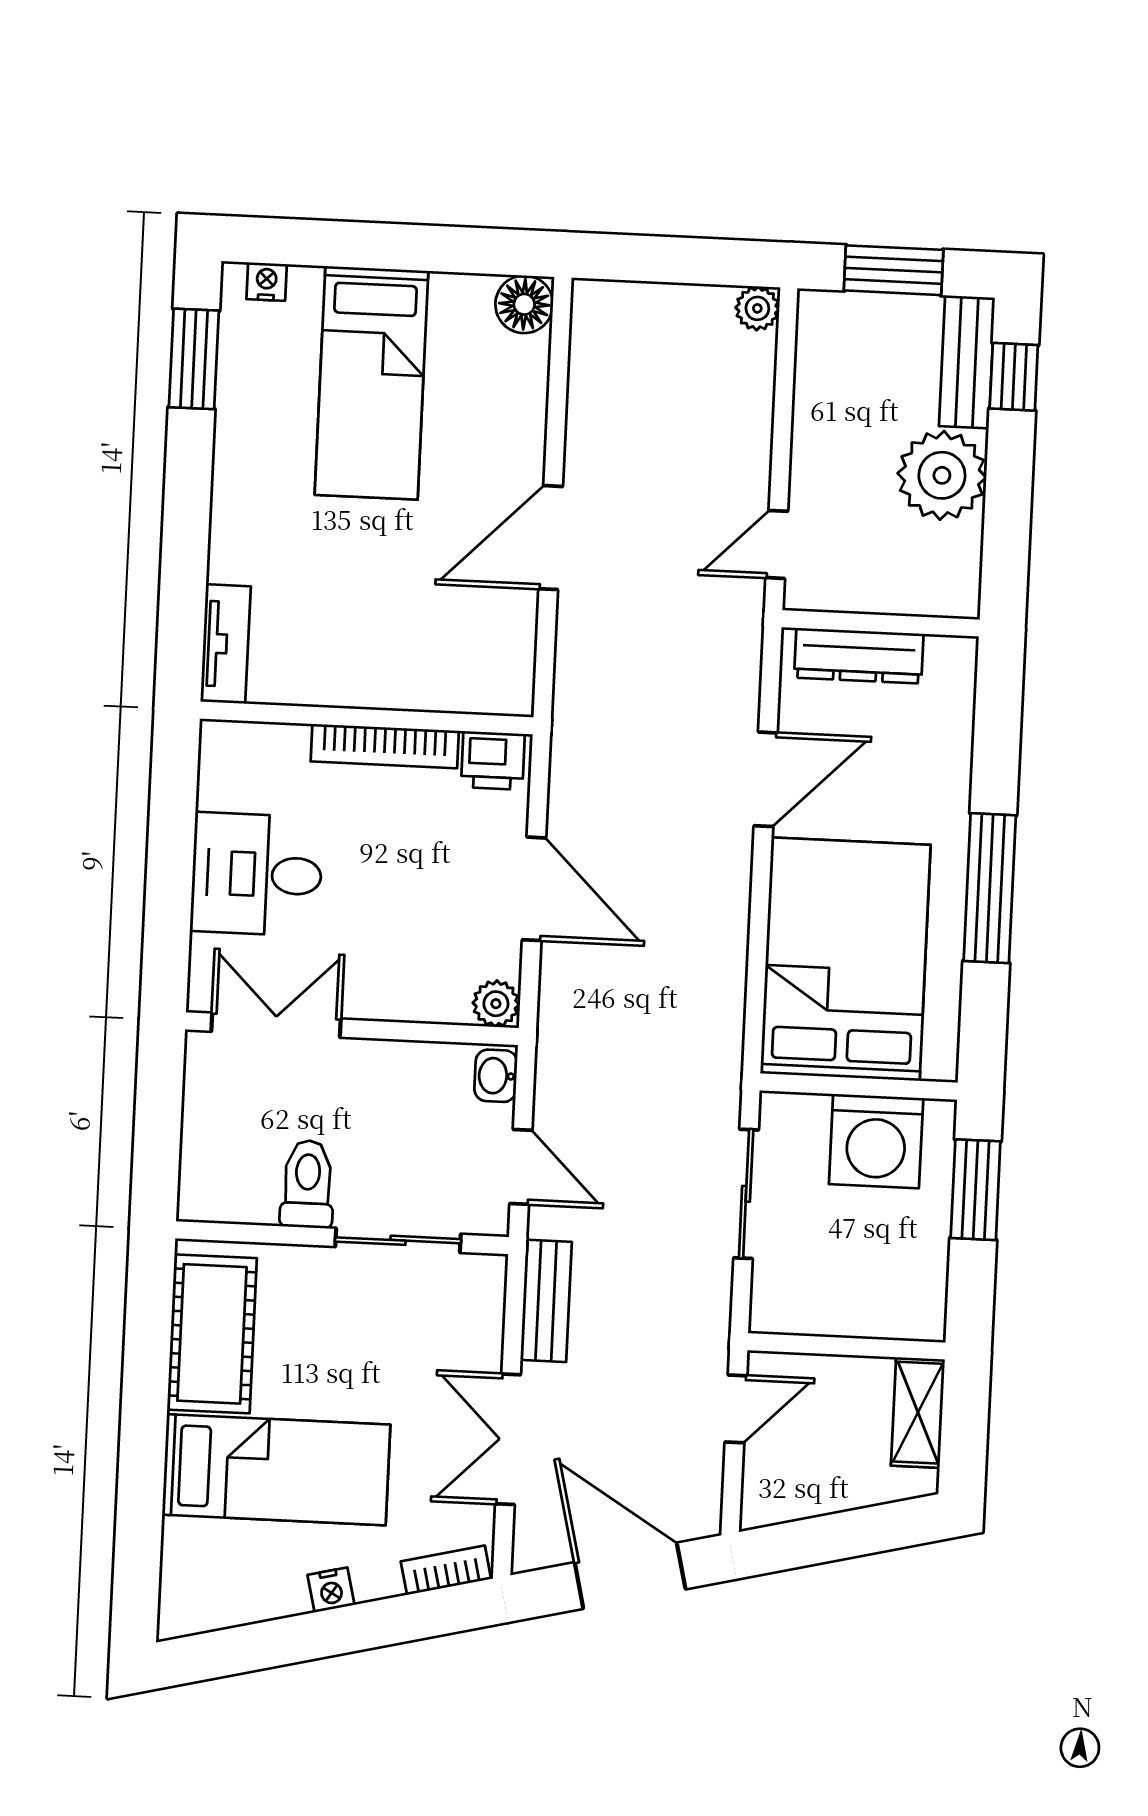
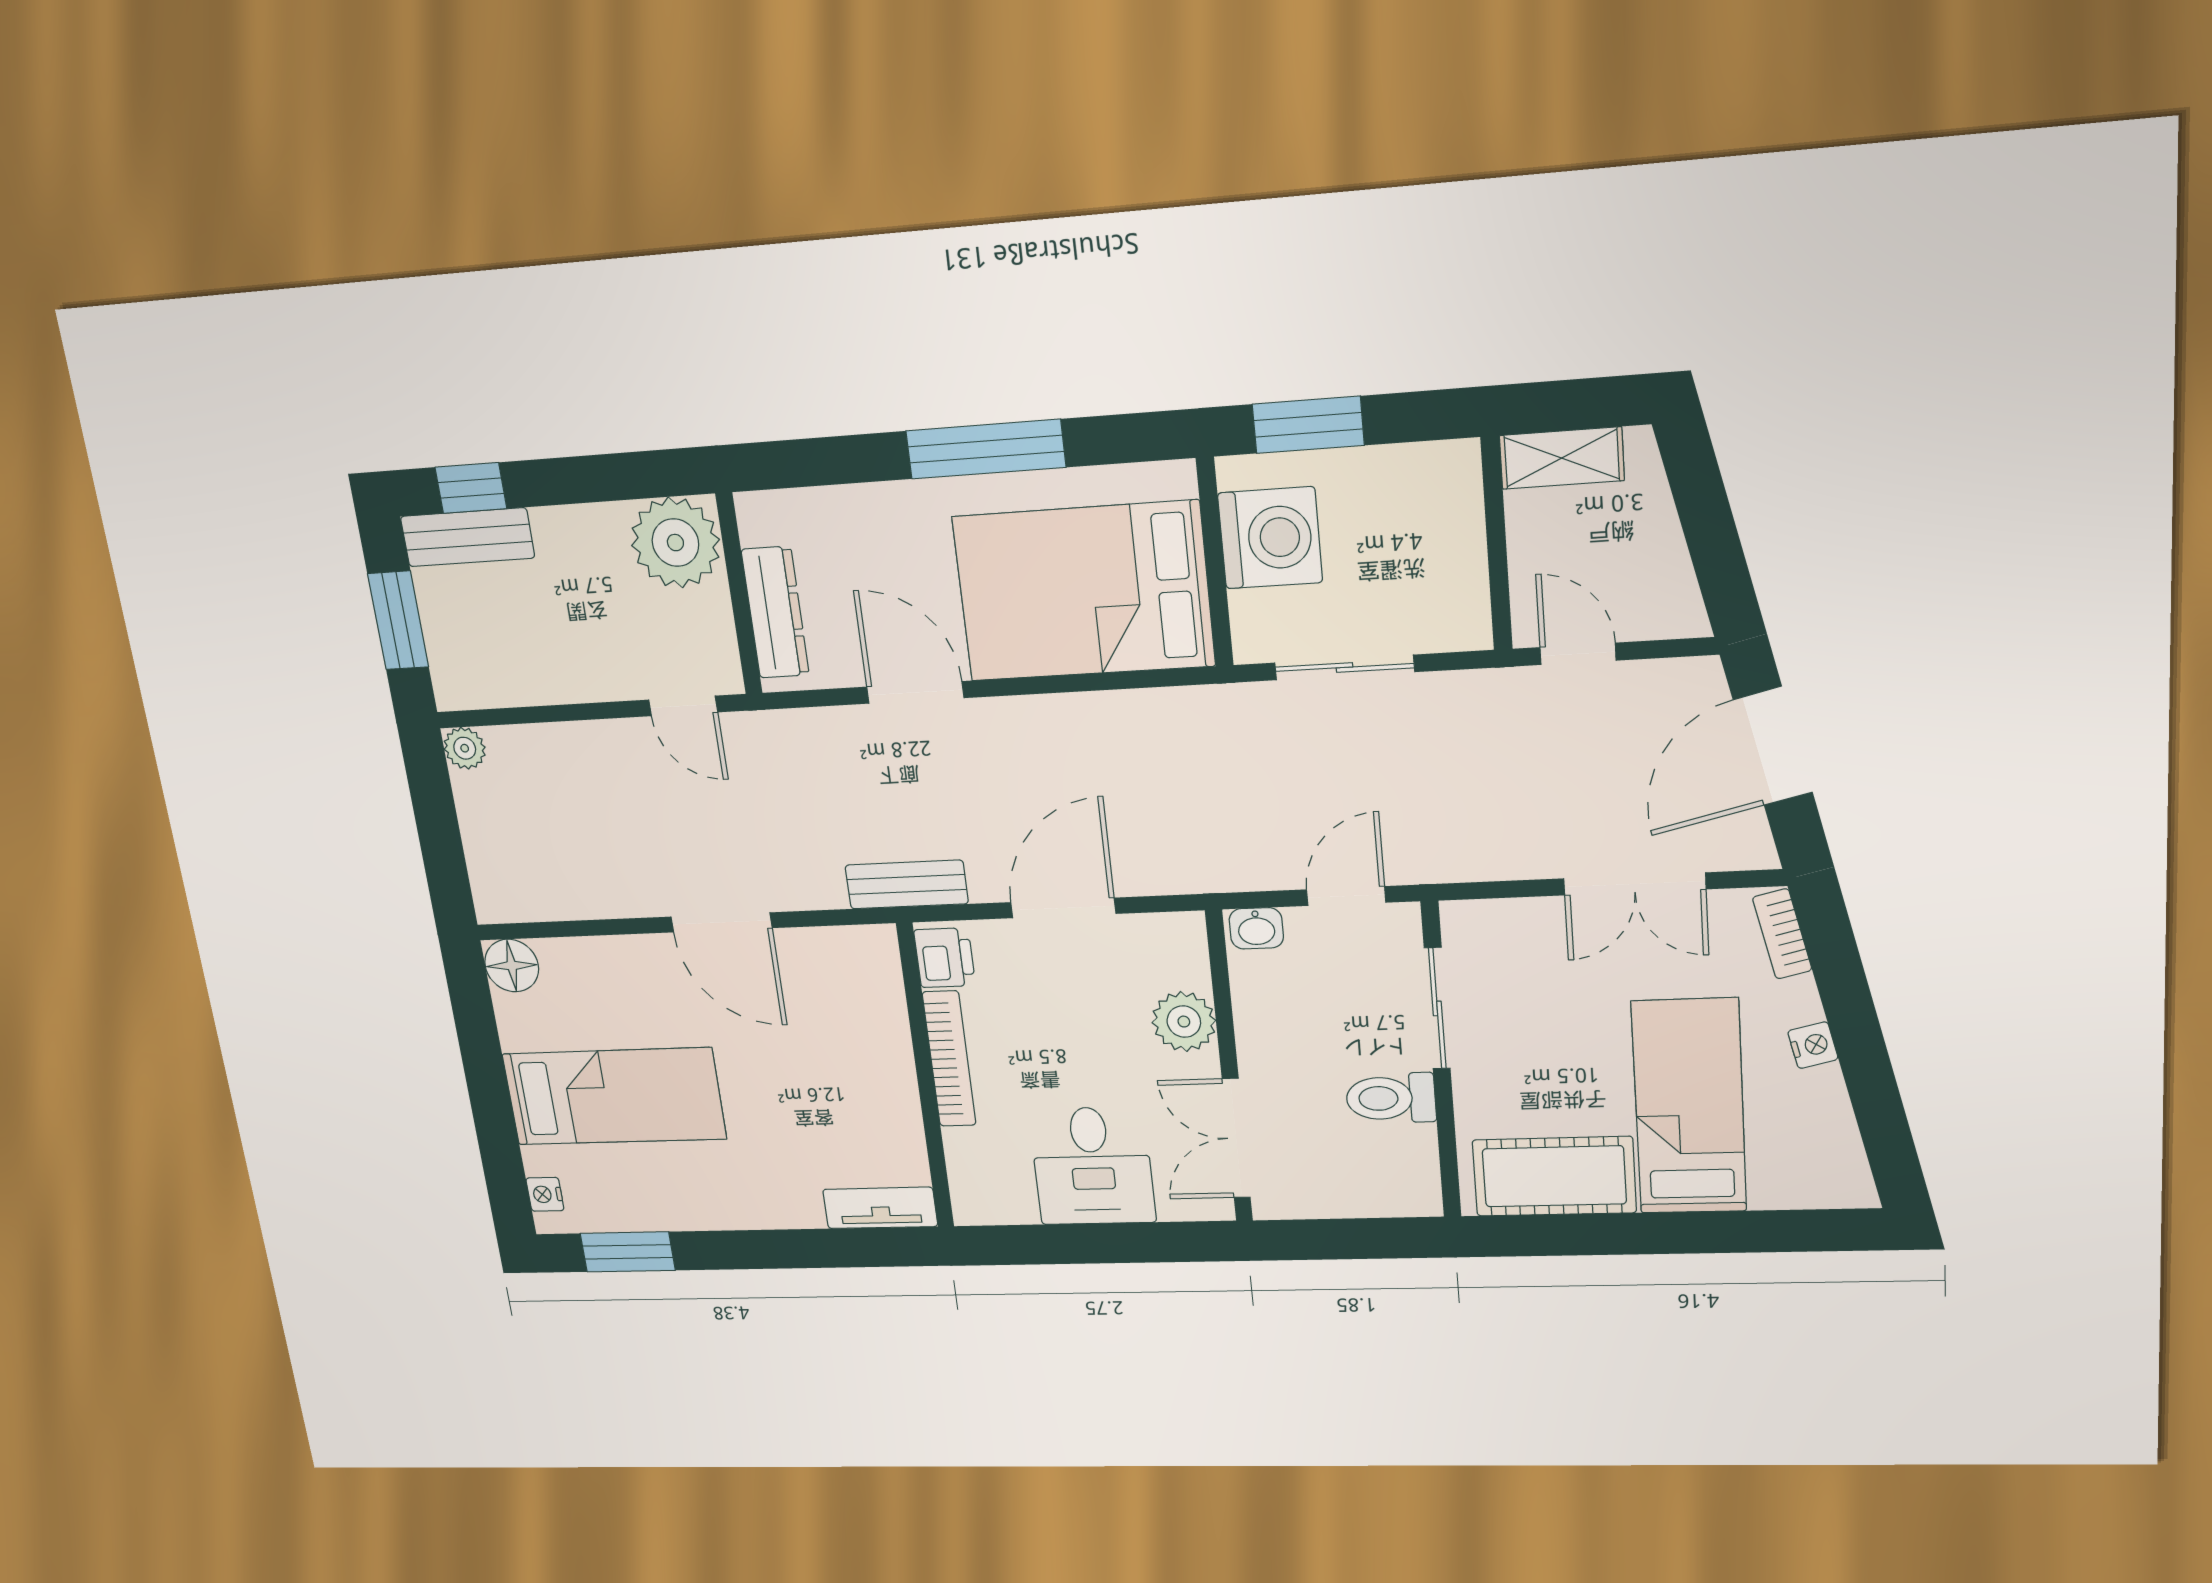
plant: (942, 475) -> (675, 543), moved
plant: (496, 1004) -> (1184, 1022), moved, width x1.38, depth x1.38
bench: (546, 1301) -> (907, 884), moved

